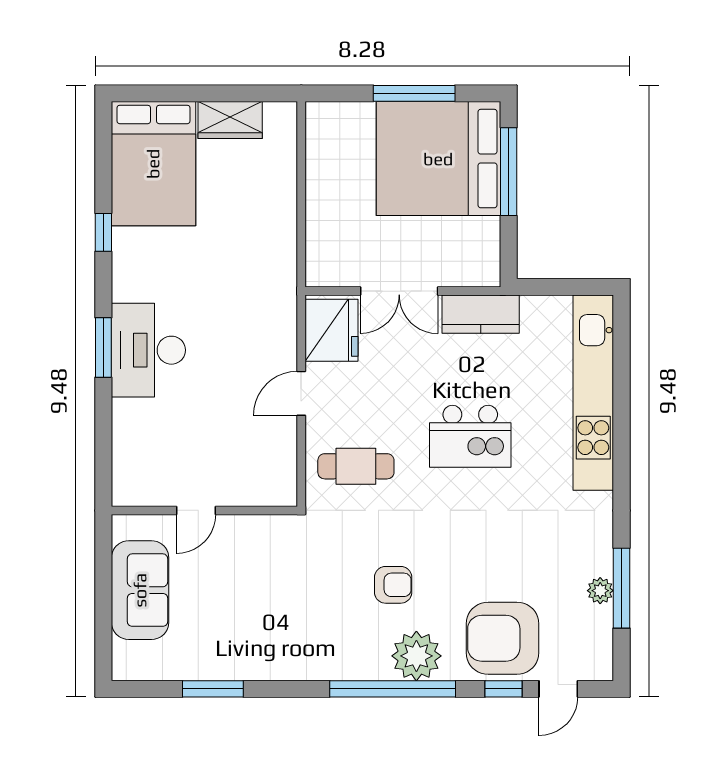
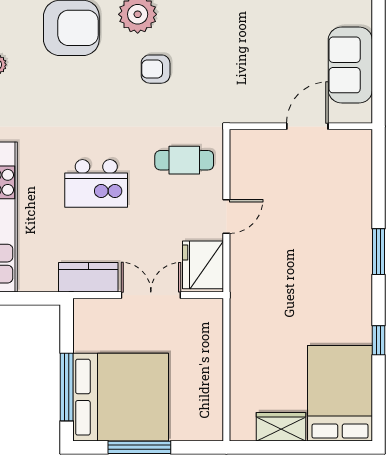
desk: (148, 350) -> (344, 250), removed
kitchen island: (470, 436) -> (96, 183), turned 180
door: (196, 510) -> (307, 126), width x1.38

